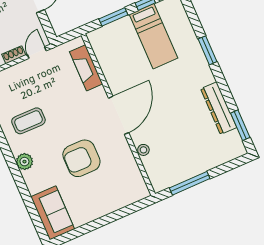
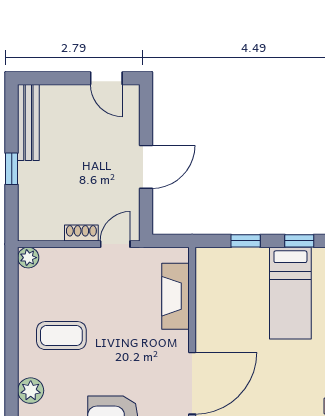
window: (113, 17) -> (246, 241), width x0.67

